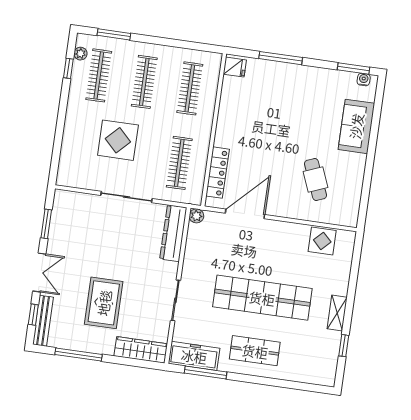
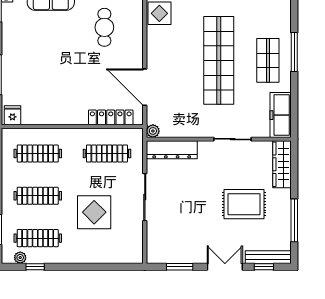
cafe table: (315, 180) -> (104, 27), turned -68
window: (206, 373) -> (294, 52), moved

